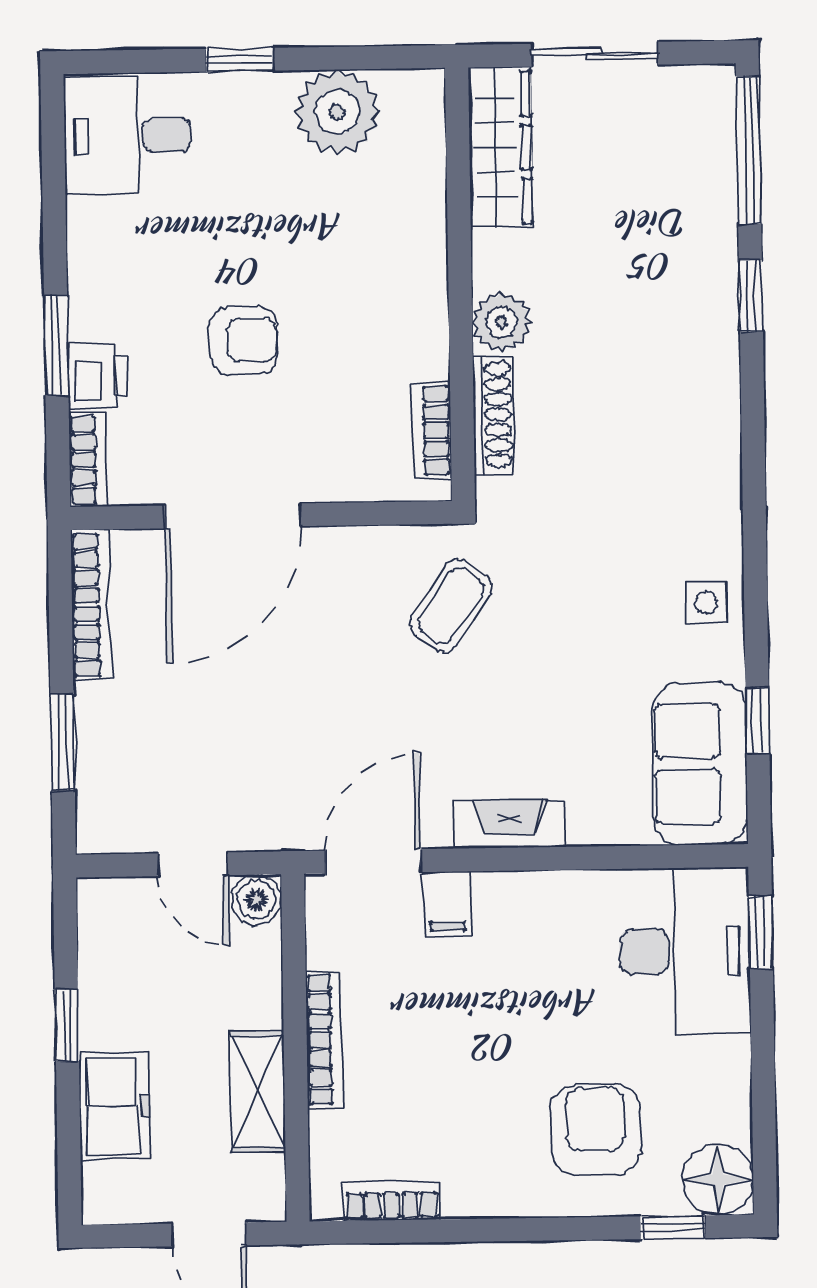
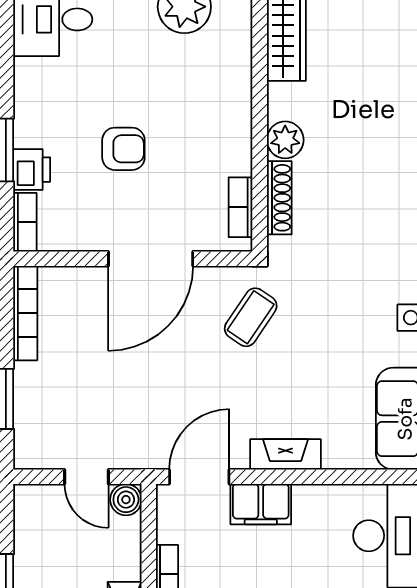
door: (233, 516) -> (151, 259), moved
filing cabinet: (447, 904) -> (261, 504), width x2.00

